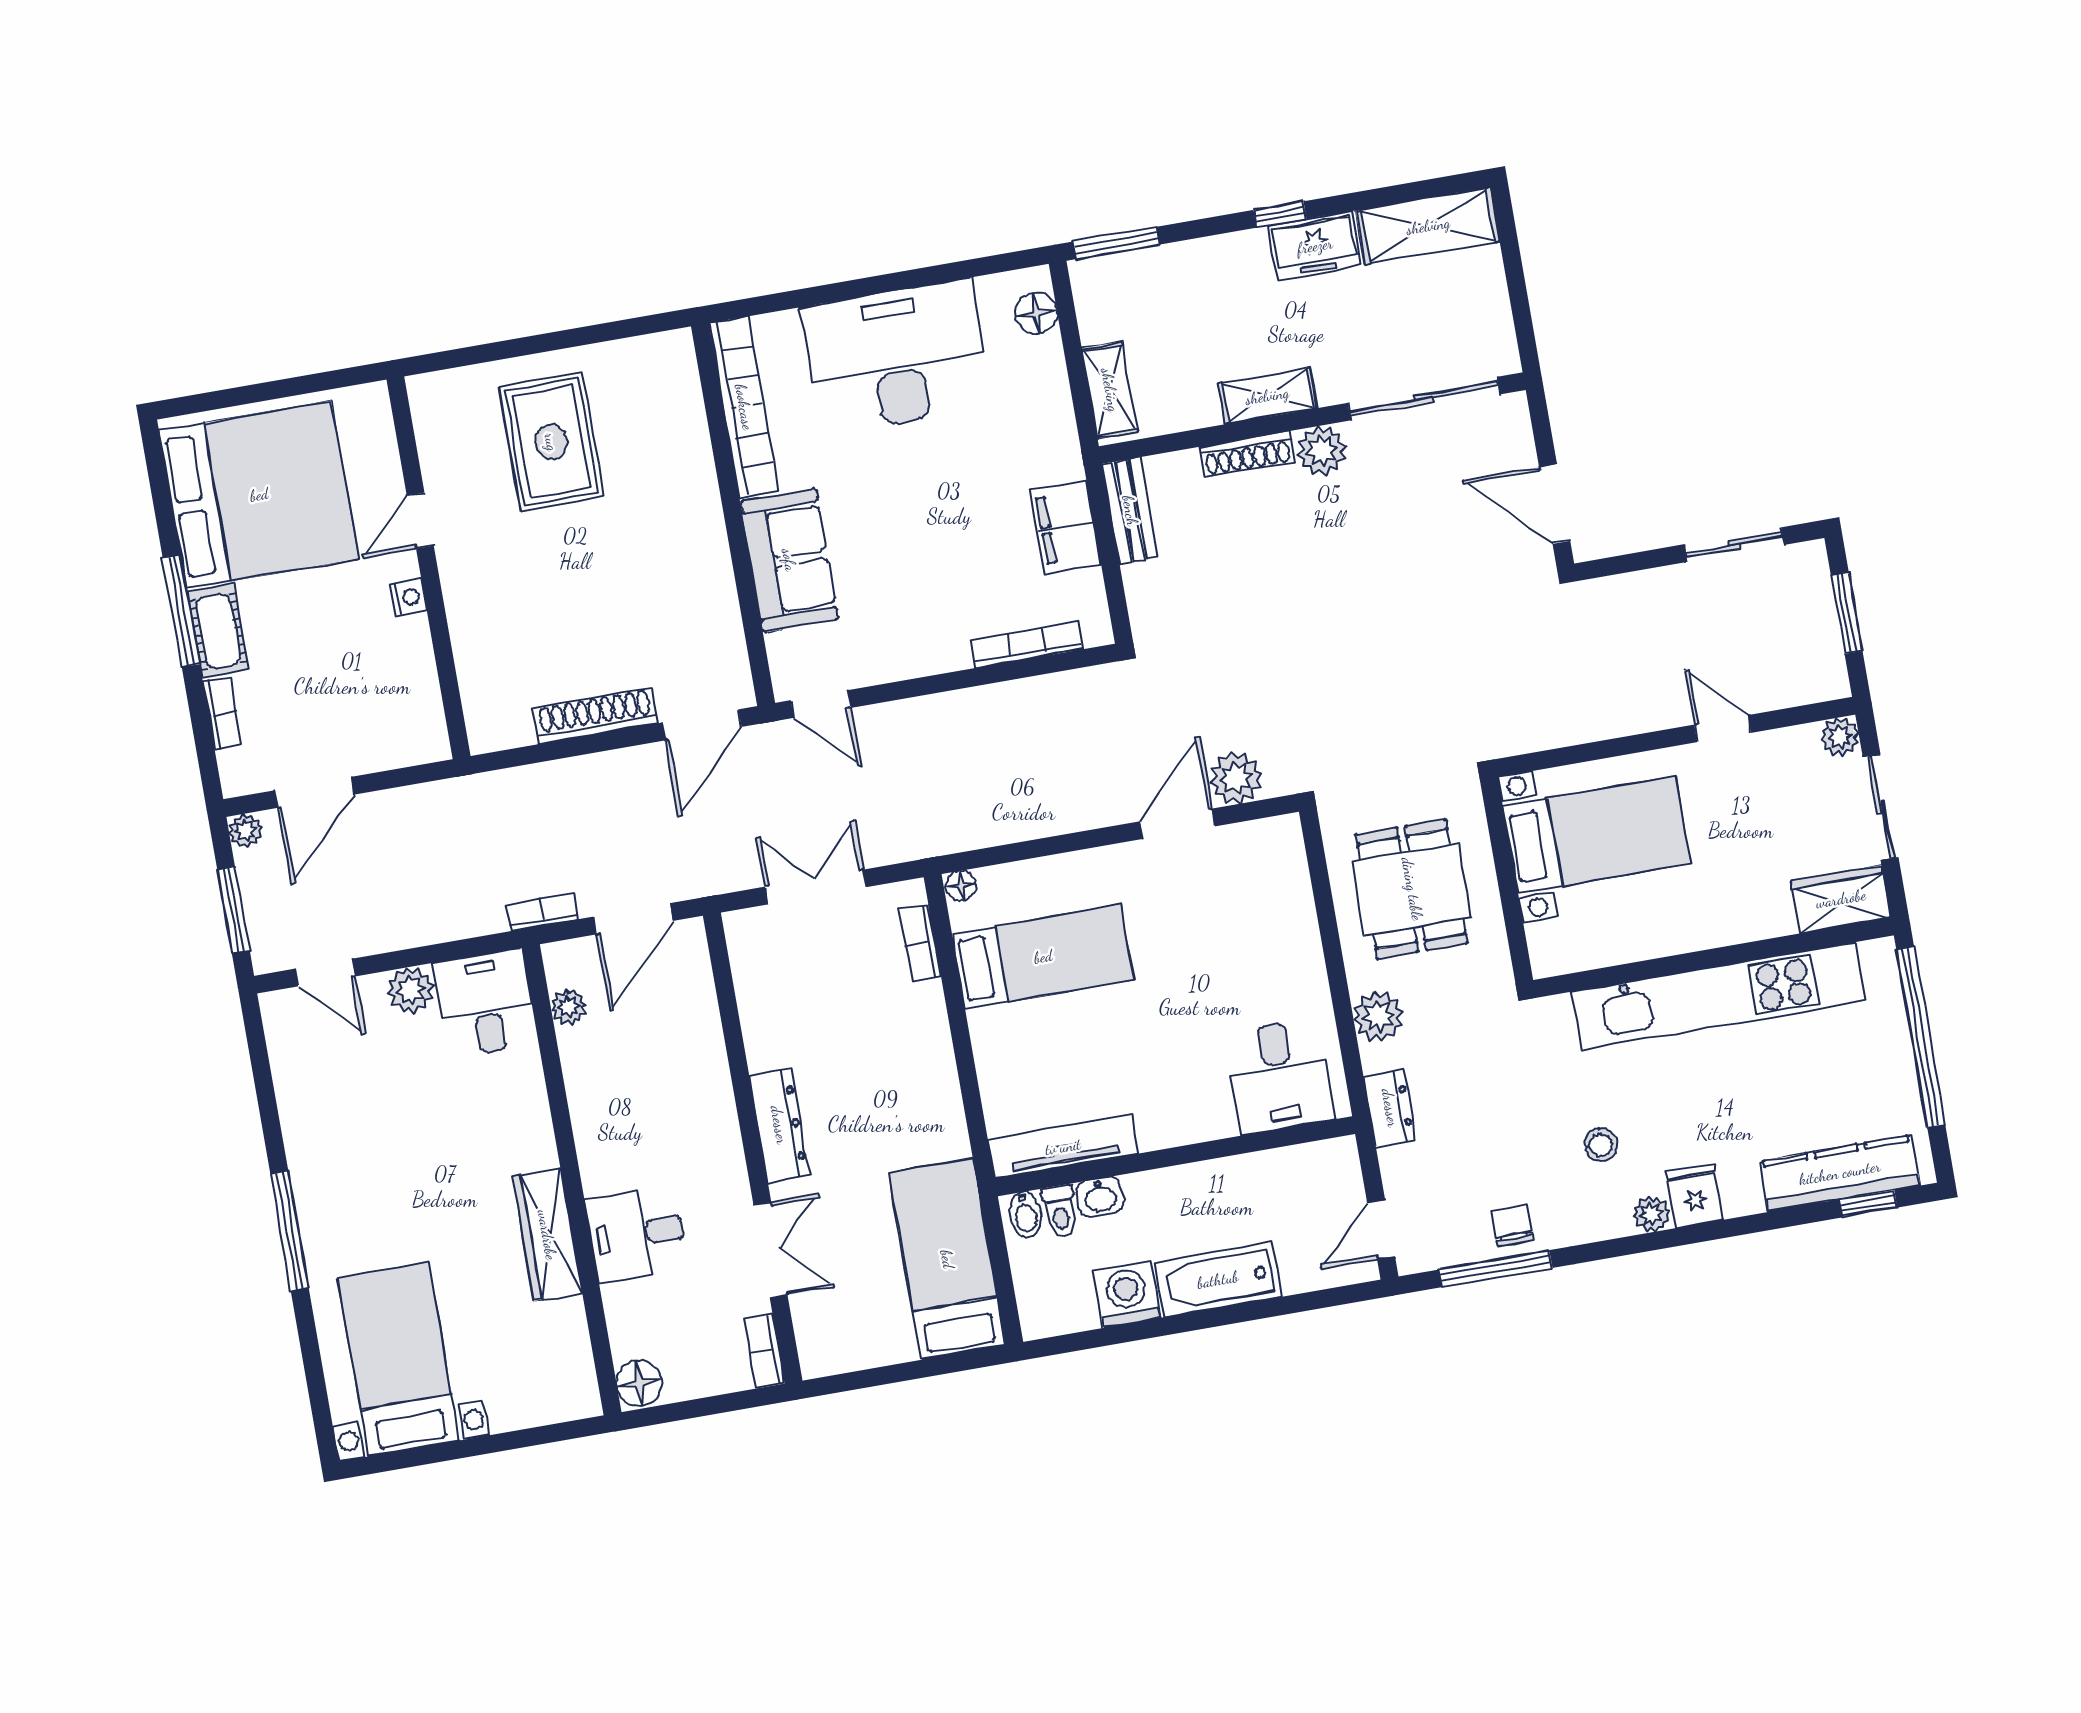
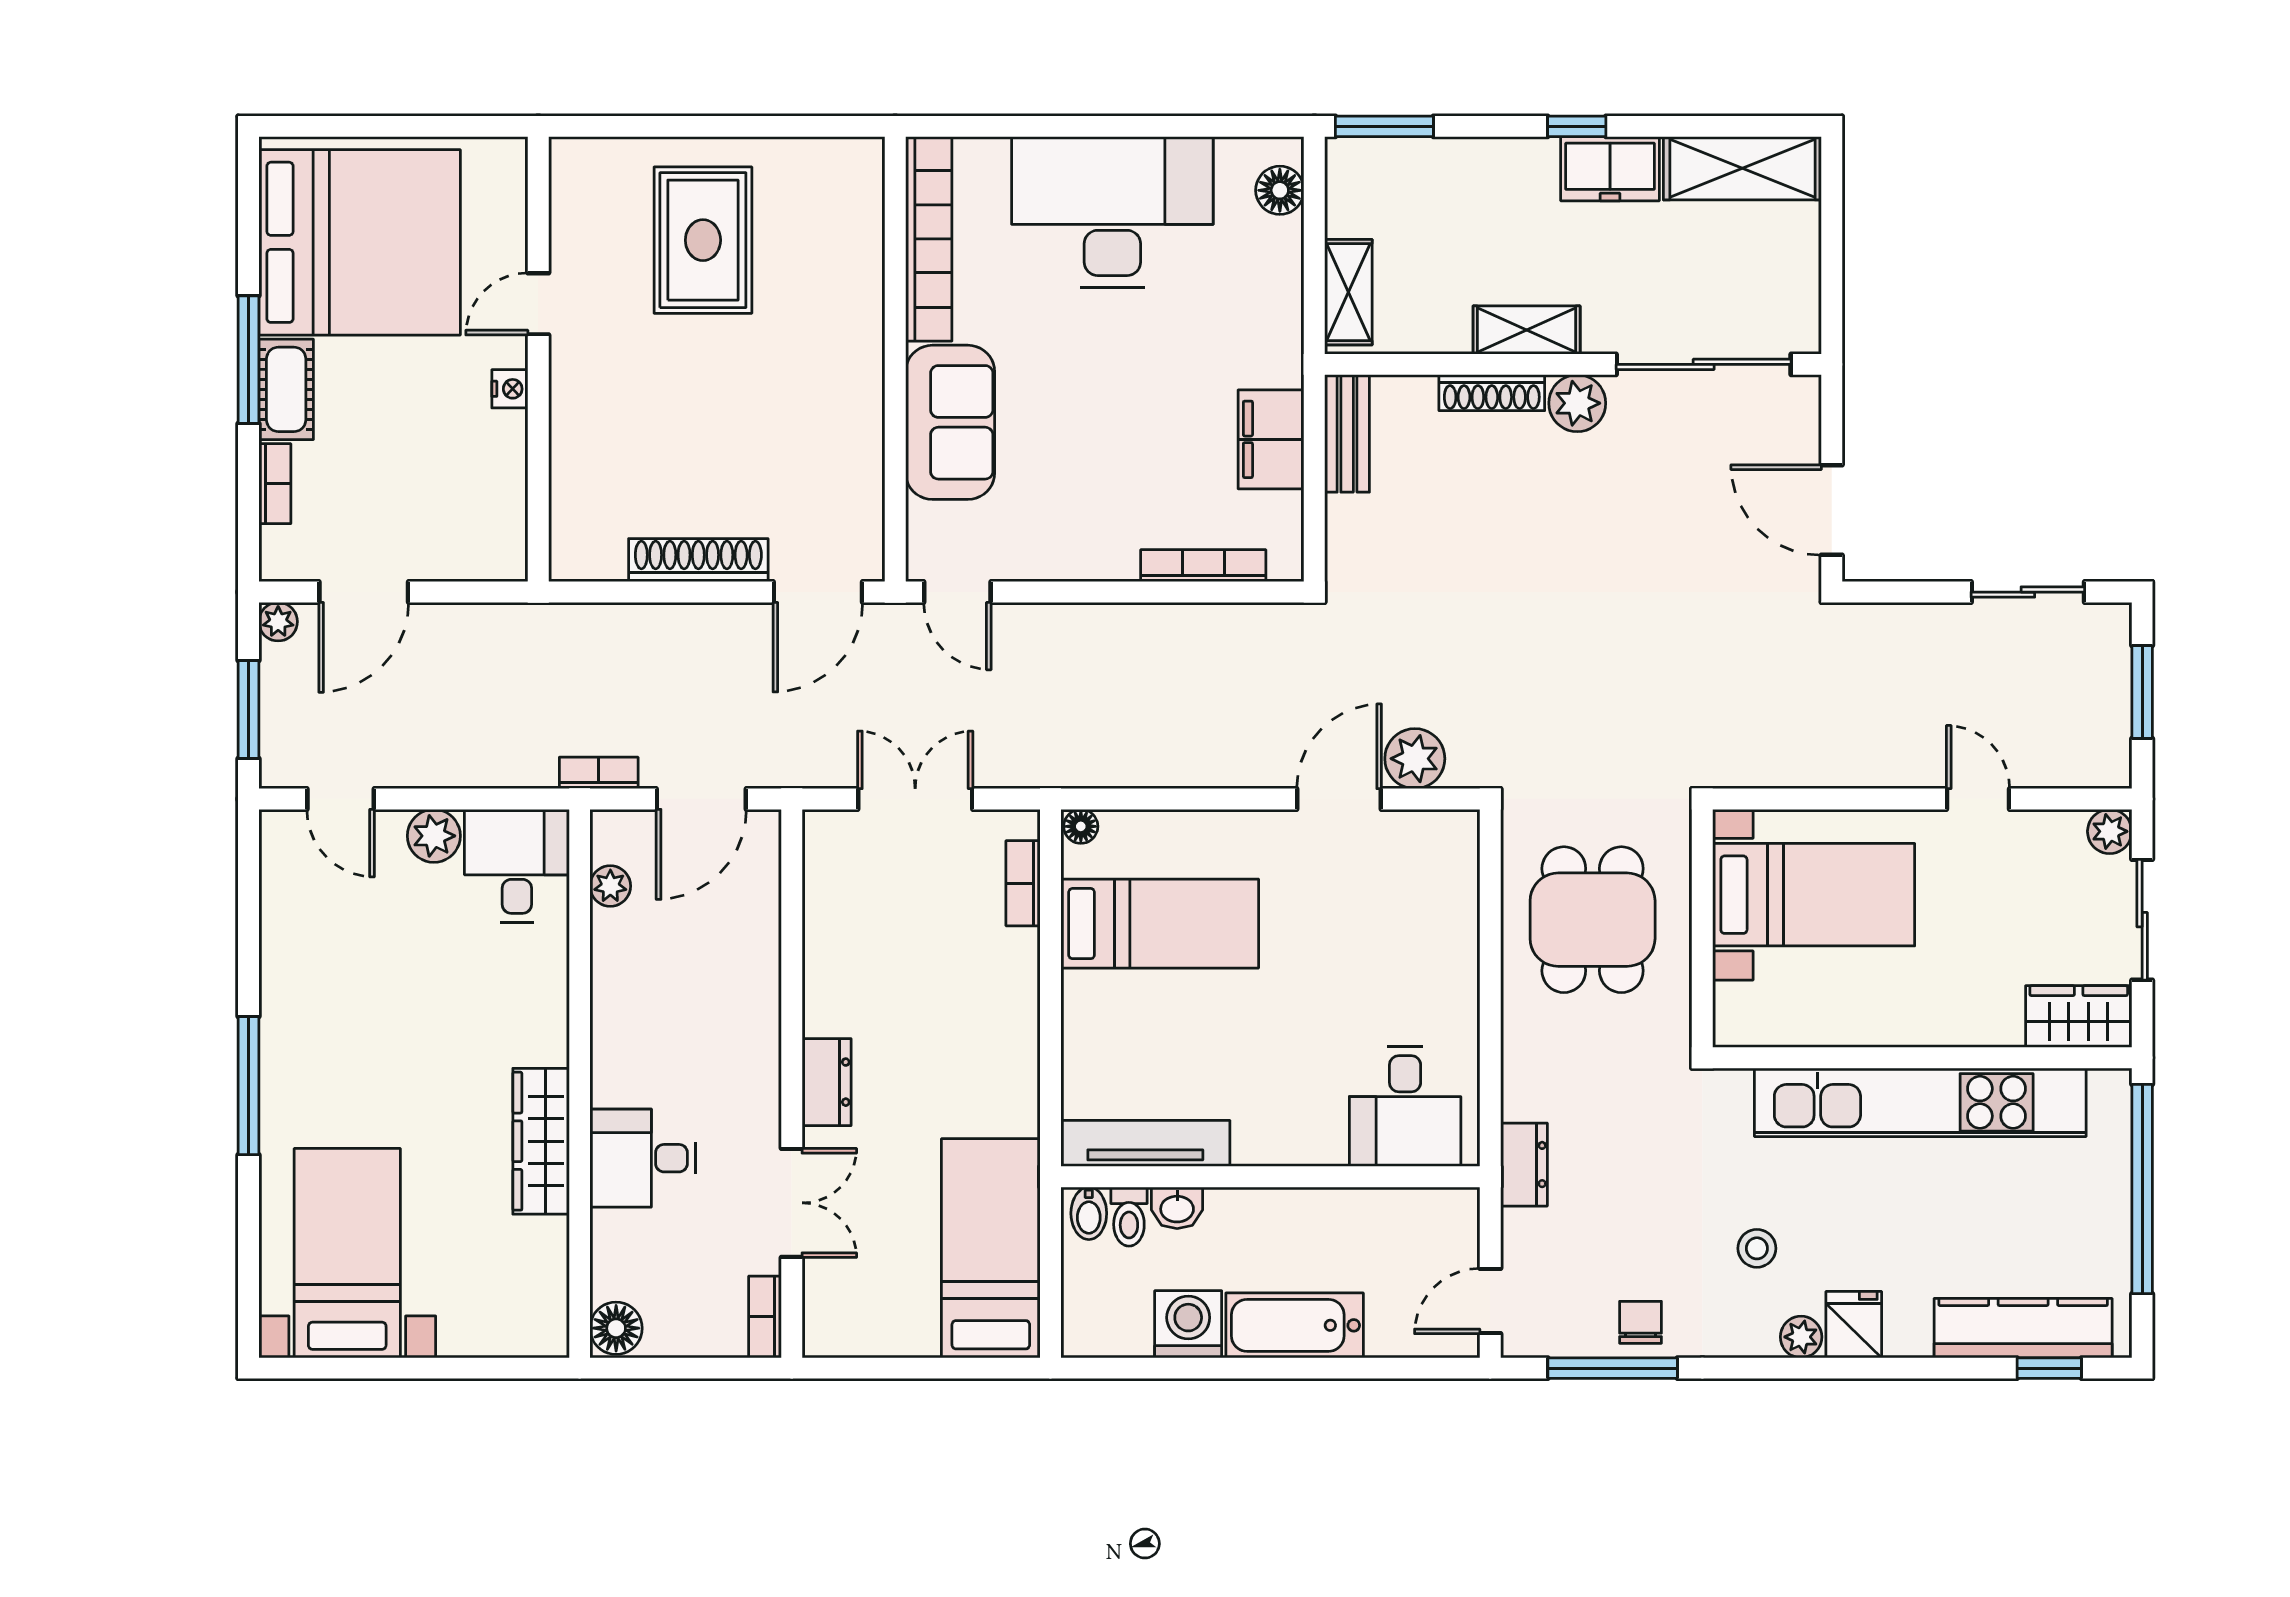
plant: (1378, 1016) -> (1530, 1058), removed
dresser: (779, 1125) -> (827, 1082), width x0.70

